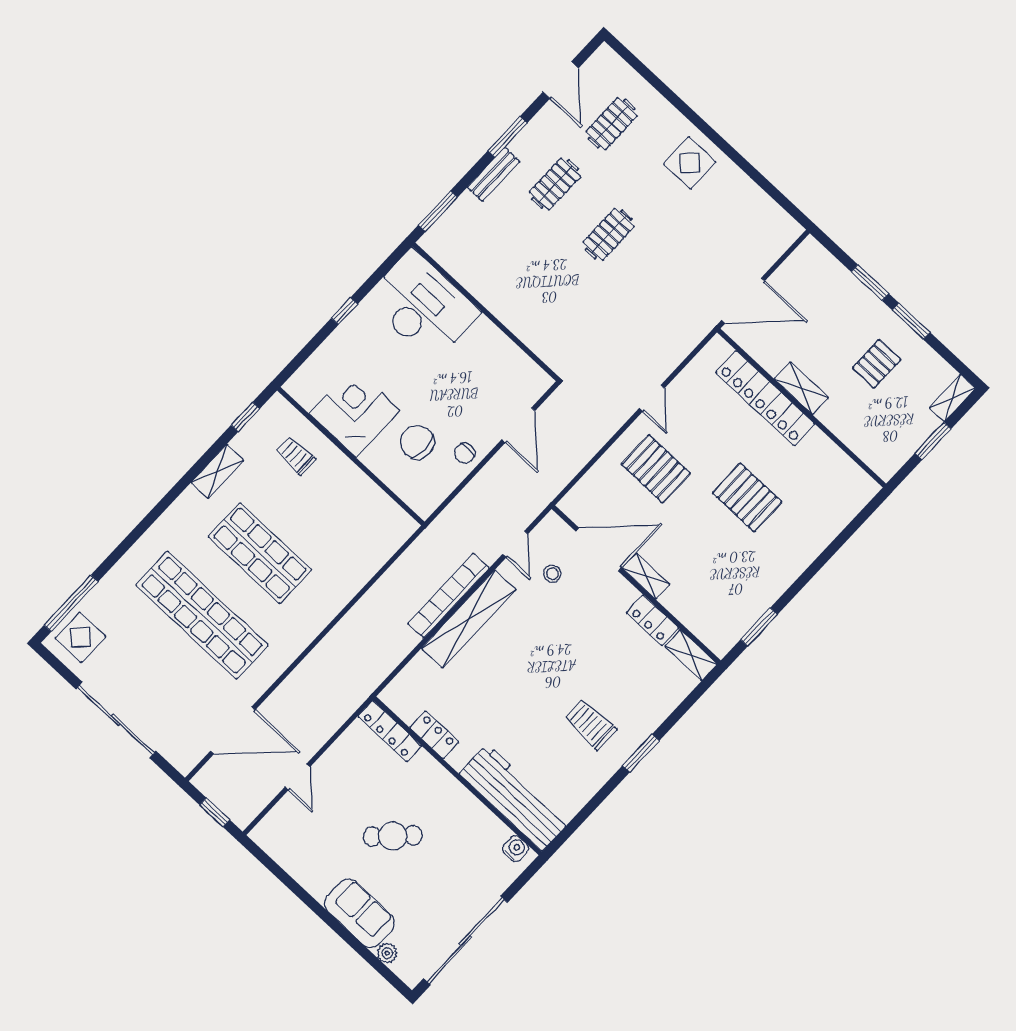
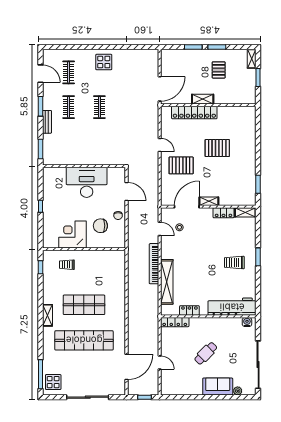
desk: (422, 306) -> (87, 182), moved
shelving: (217, 471) -> (48, 315), moved
shelving: (469, 619) -> (167, 282), moved

